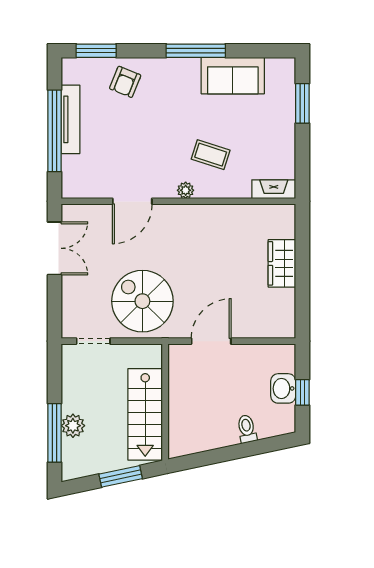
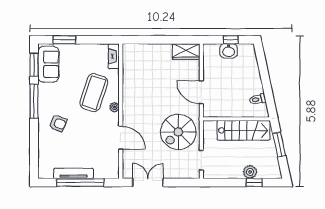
window: (96, 51) -> (34, 65), moved
sofa: (233, 76) -> (48, 64), moved
armchair: (125, 82) -> (58, 123), moved
coffee table: (211, 155) -> (94, 93), width x1.86, depth x1.72
wardrobe: (282, 263) -> (186, 52), moved
toilet: (247, 429) -> (258, 99), moved
window: (55, 433) -> (254, 183), width x0.46

